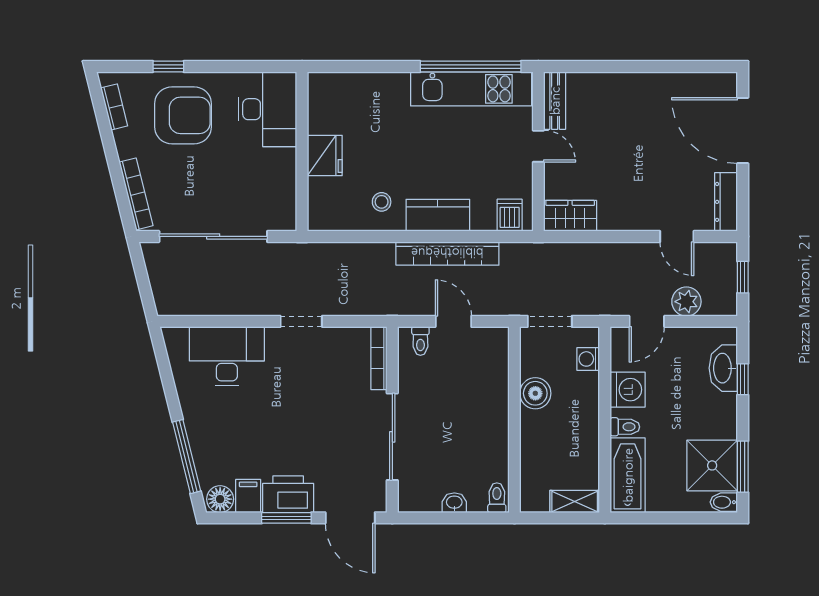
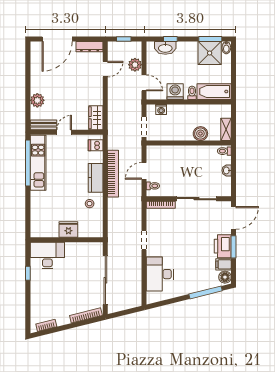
window: (168, 67) -> (28, 273), moved
plant: (608, 87) -> (37, 100), added
armchair: (183, 115) -> (50, 294), removed
boiler: (535, 393) -> (200, 134), moved
shelving: (575, 501) -> (226, 129), moved

